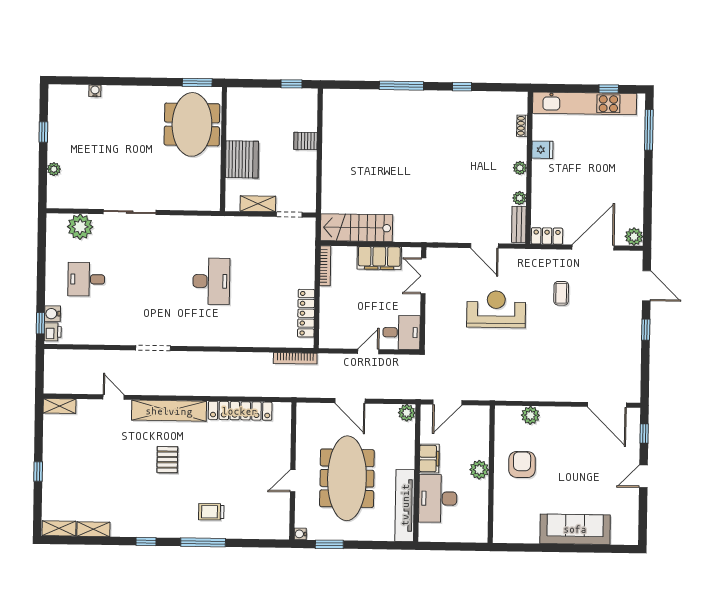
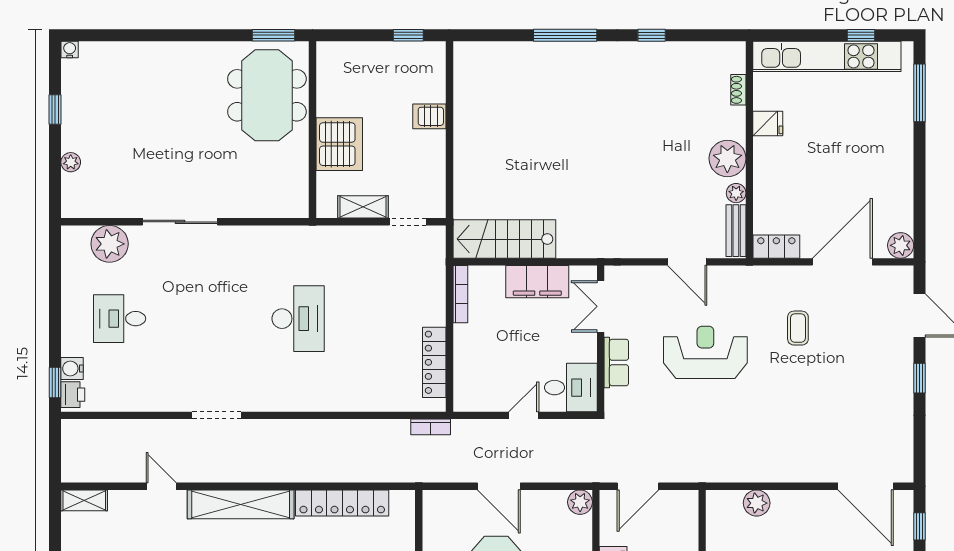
water cooler: (95, 91) -> (70, 50), moved
plant: (520, 168) -> (727, 158), width x1.88, depth x1.88
row of seats: (434, 315) -> (616, 363), added
bookcase: (295, 358) -> (431, 427), width x0.64

